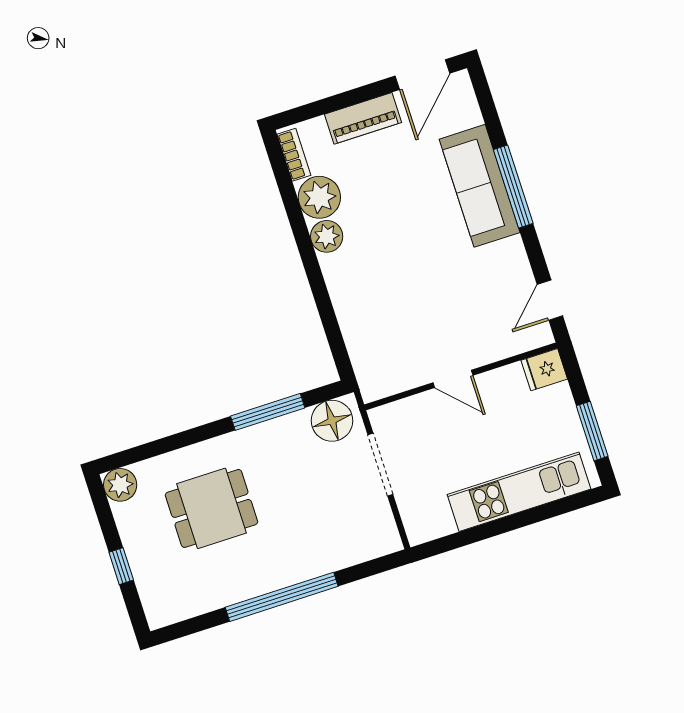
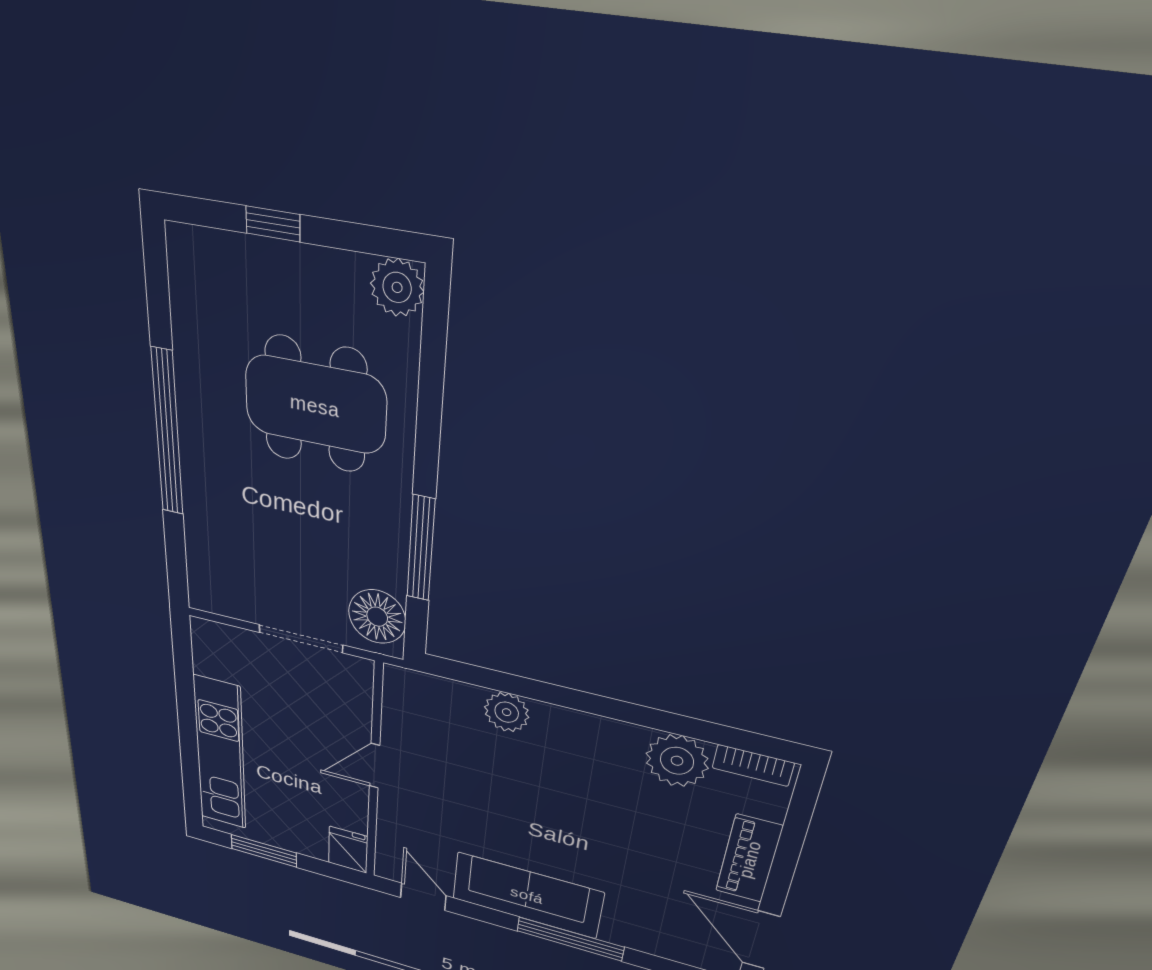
sofa: (480, 186) -> (527, 895), moved
plant: (327, 236) -> (507, 712), moved
dining table: (211, 508) -> (315, 405), width x1.38

